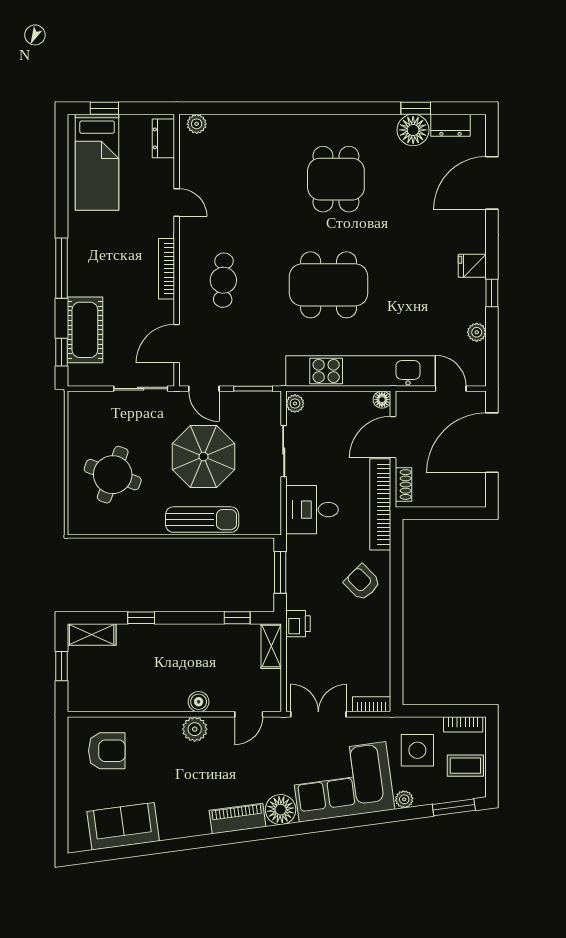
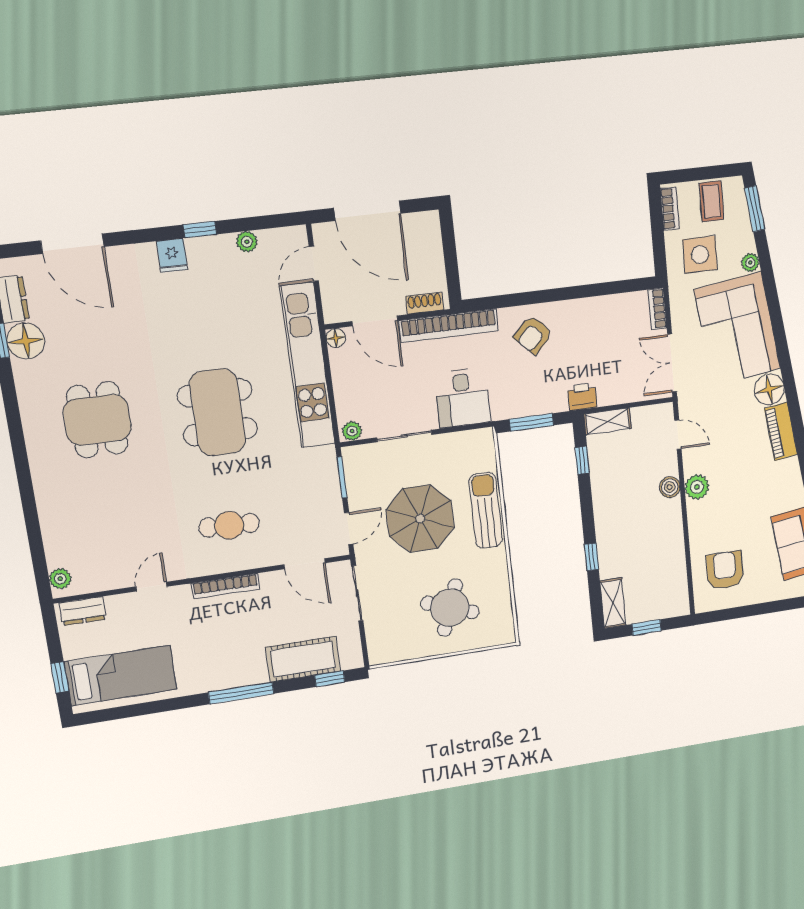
dining table: (336, 179) -> (97, 420), turned 90

